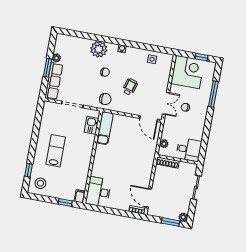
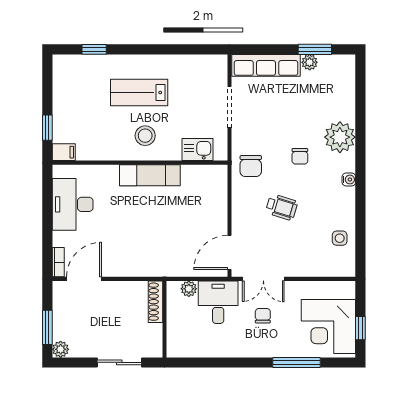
window: (48, 68) -> (315, 49), moved
corner desk: (188, 72) -> (328, 326), moved, turned 90
exam couch: (105, 128) -> (150, 175), moved
desk: (189, 150) -> (218, 302), moved, turned 180
lab bench: (56, 151) -> (139, 92), turned 180
stool: (40, 183) -> (145, 136), moved
desk: (98, 192) -> (73, 204), moved, turned -90

